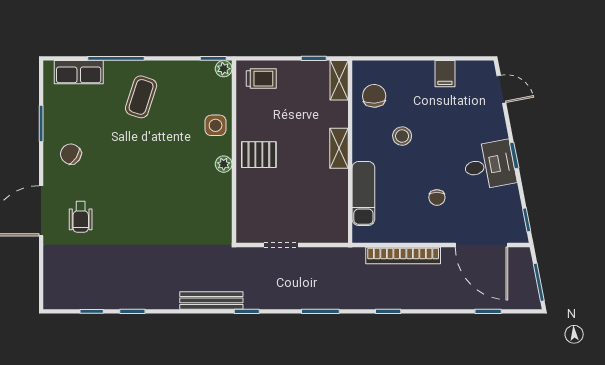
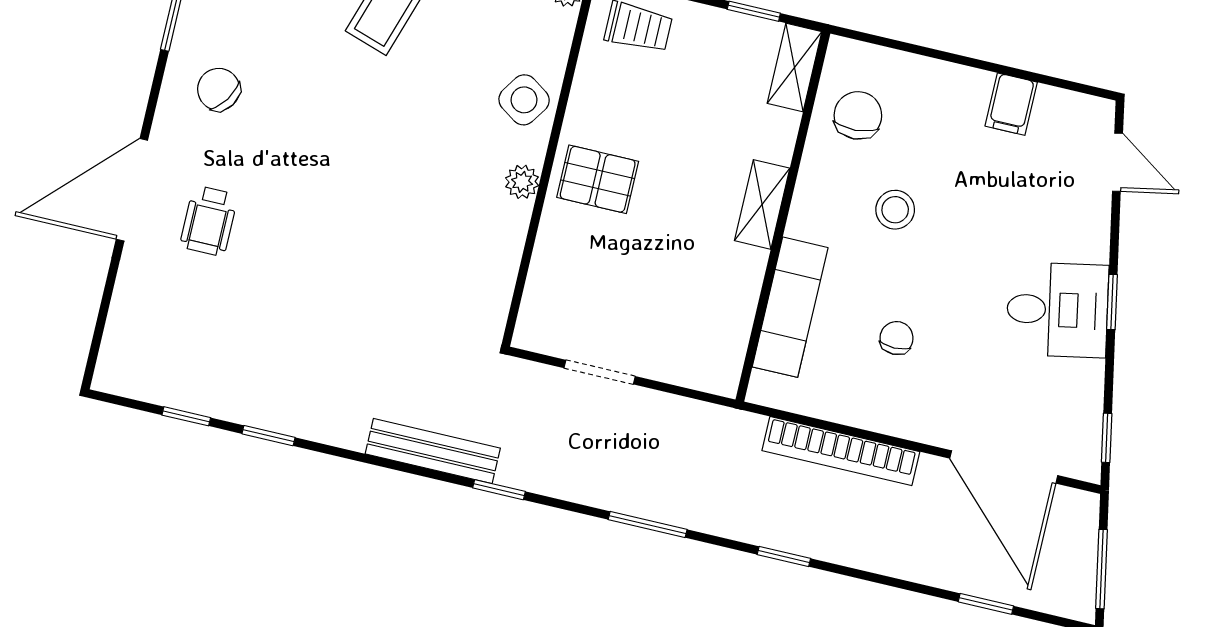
side table: (216, 125) -> (524, 100), turned 34
chair: (437, 197) -> (897, 338), moved, turned 180

